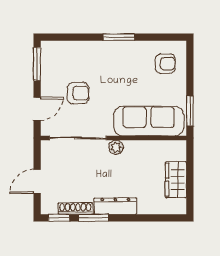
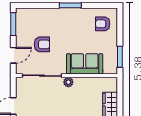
armchair: (165, 64) -> (103, 24), turned 180
sofa: (149, 121) -> (85, 64), width x0.73

